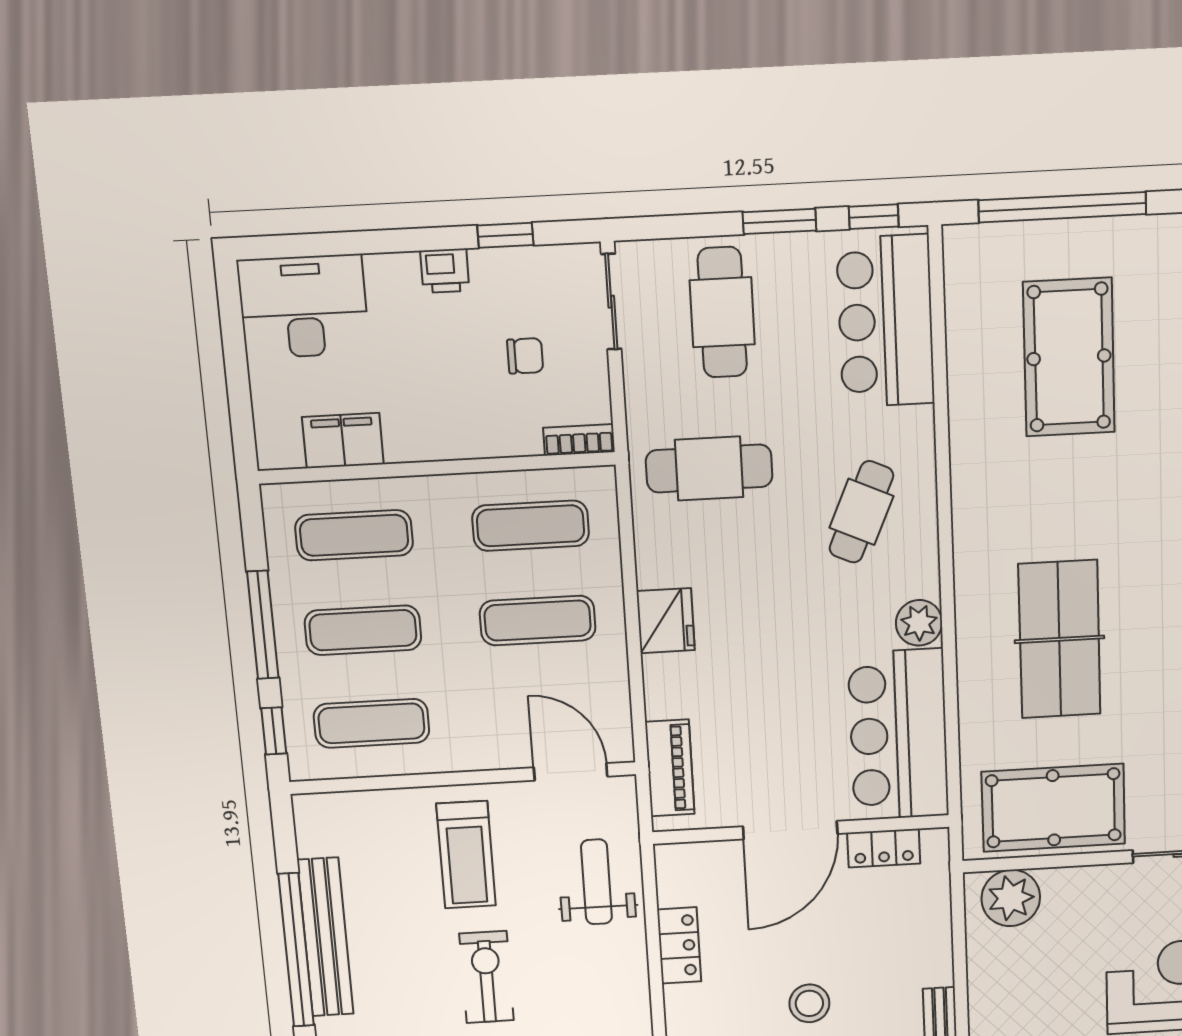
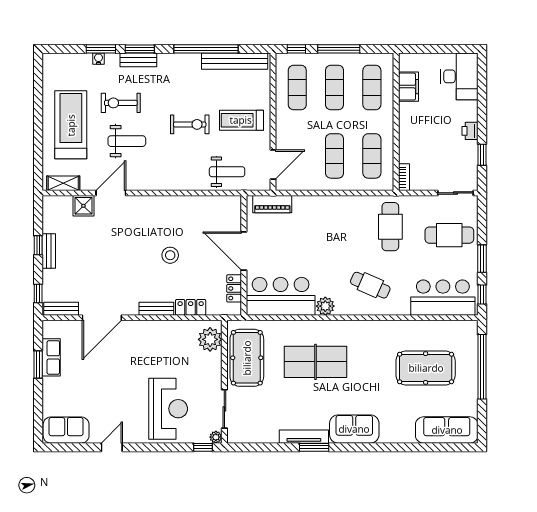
chair: (525, 356) -> (437, 159), removed
fridge: (666, 621) -> (332, 206), removed
bench: (325, 937) -> (235, 61), moved
locker: (679, 945) -> (191, 307), moved, turned 180

